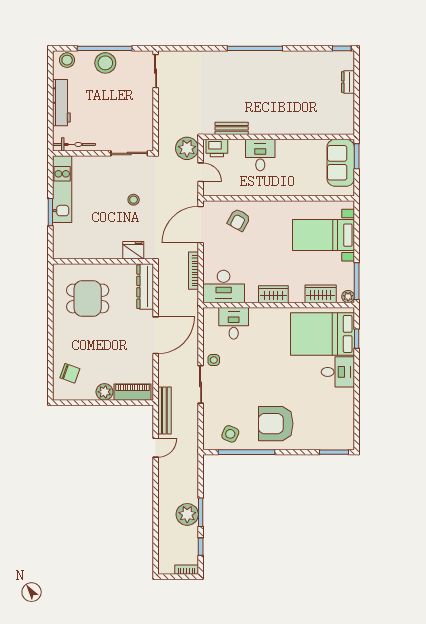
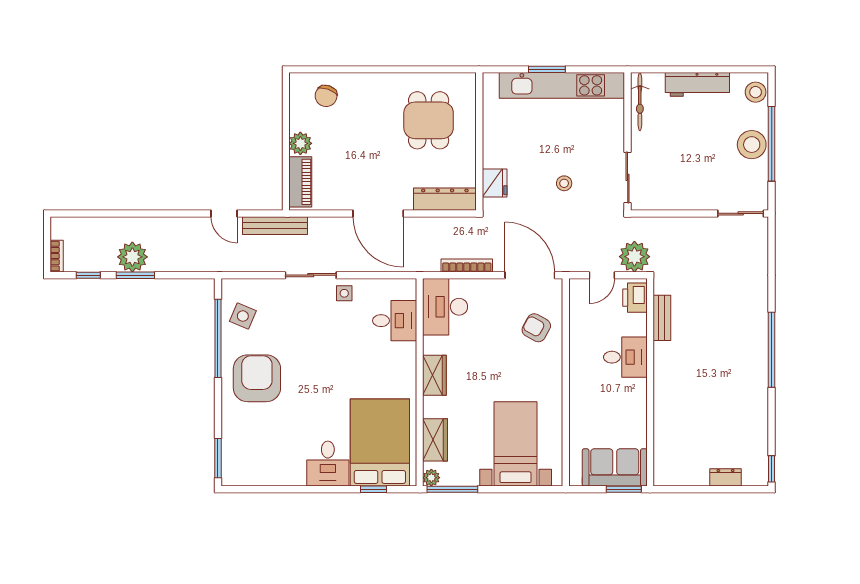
kitchen unit: (62, 189) -> (562, 85), width x1.36

